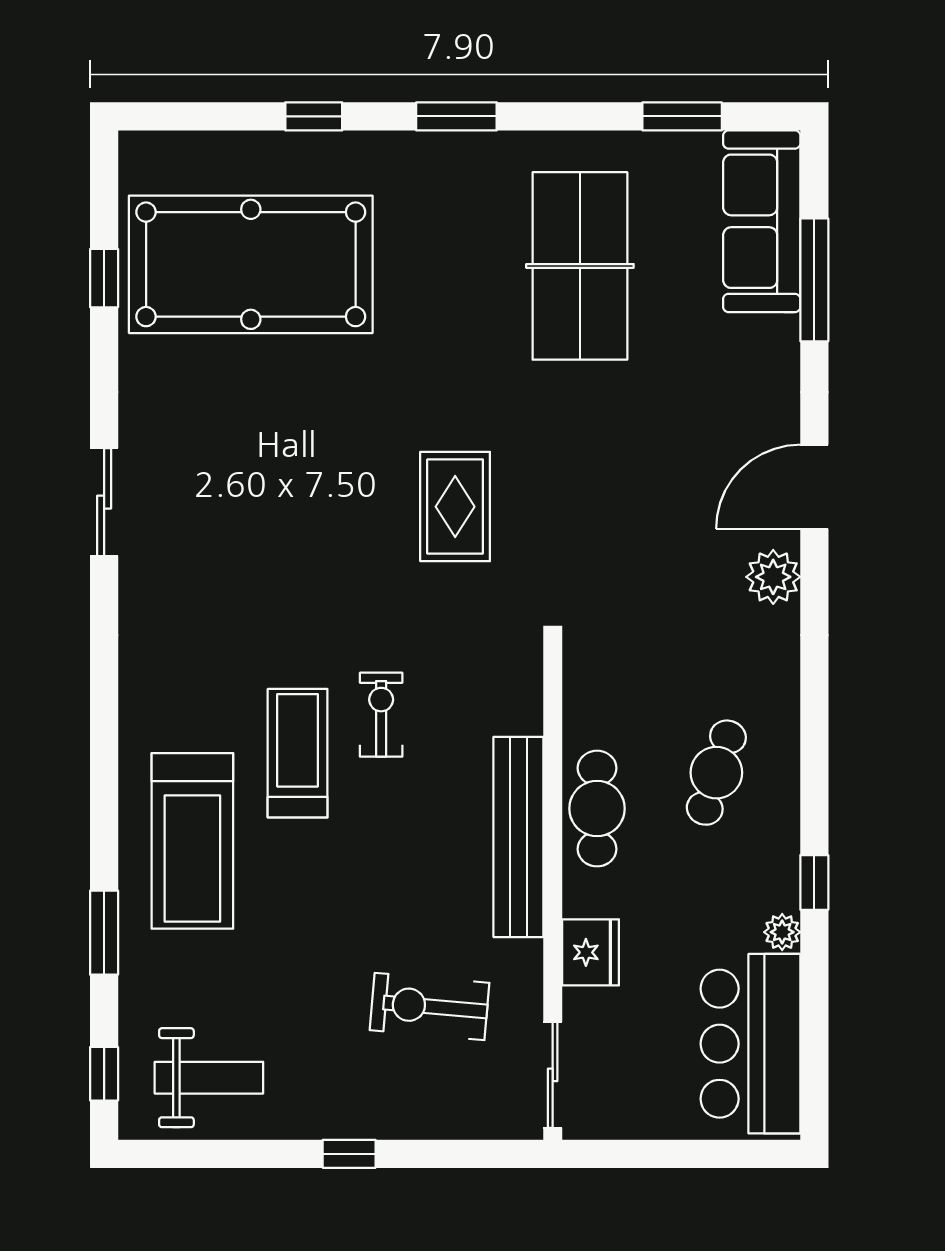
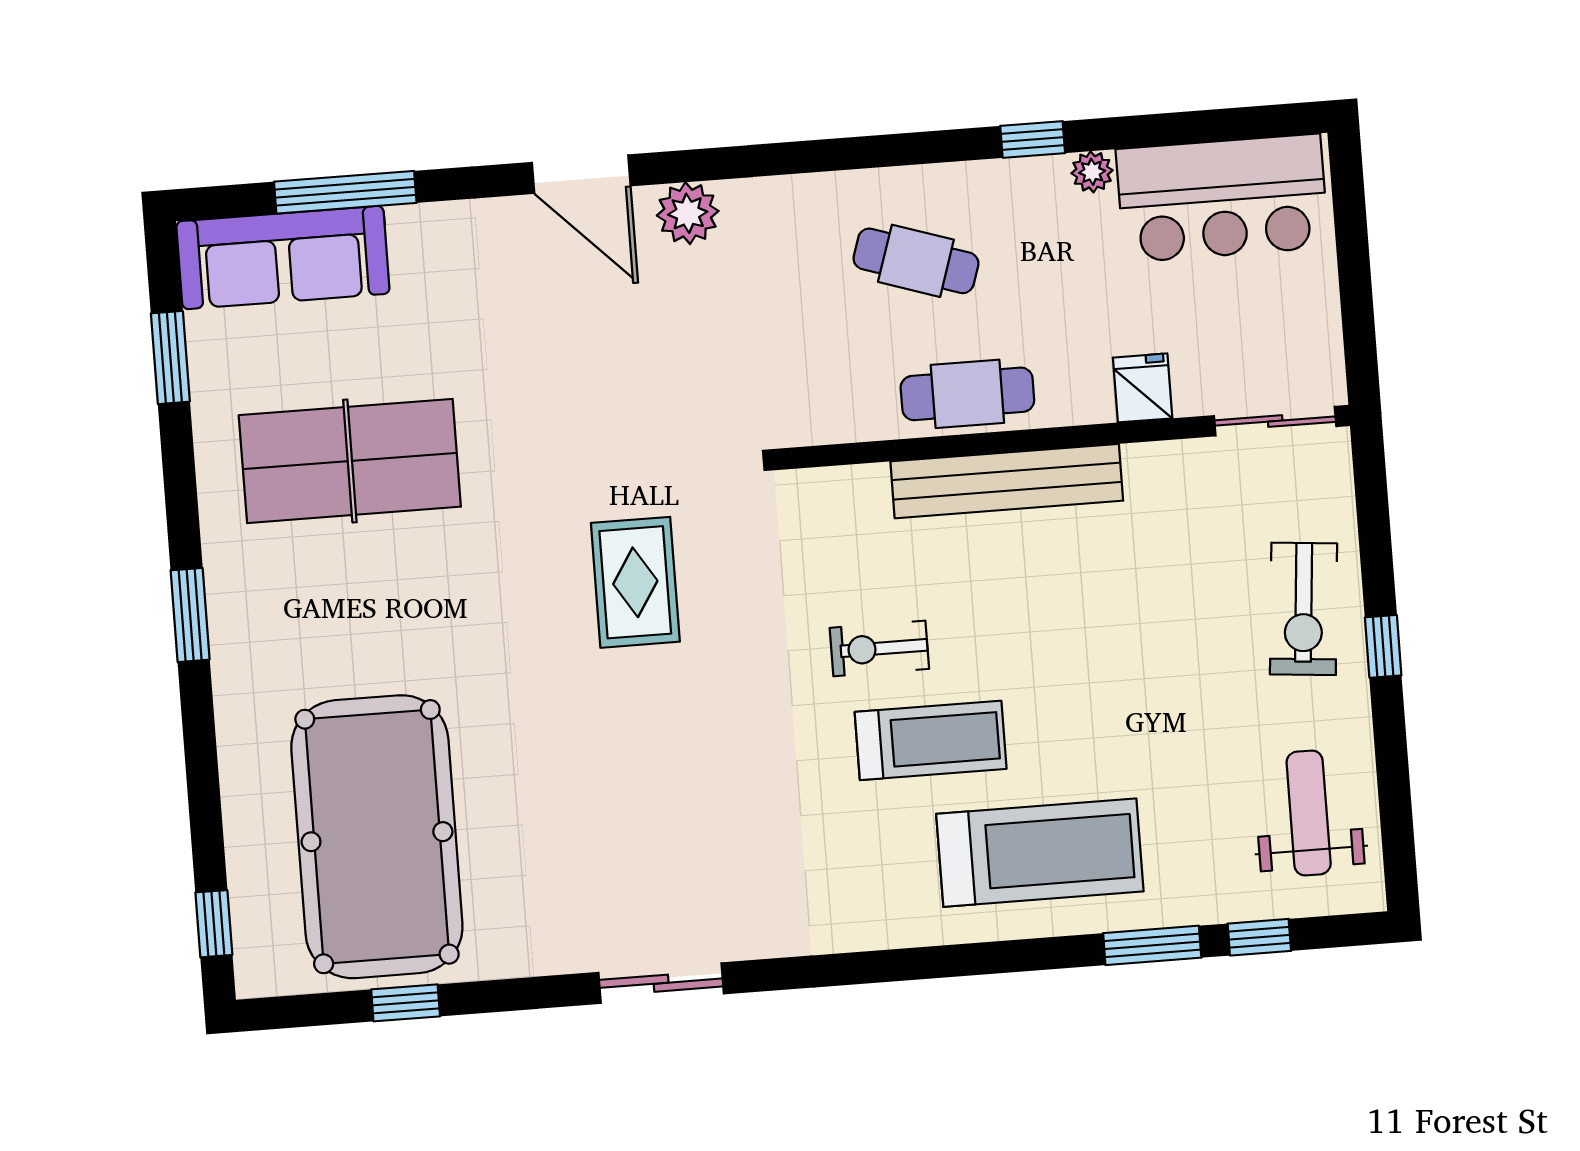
window: (314, 116) -> (214, 924), moved
rug: (455, 507) -> (635, 582), turned 90
treadmill: (298, 753) -> (931, 740), turned 180
fridge: (590, 952) -> (1143, 388), width x0.72
exercise bike: (430, 1006) -> (1304, 609), moved
window: (104, 1074) -> (1259, 937), moved

